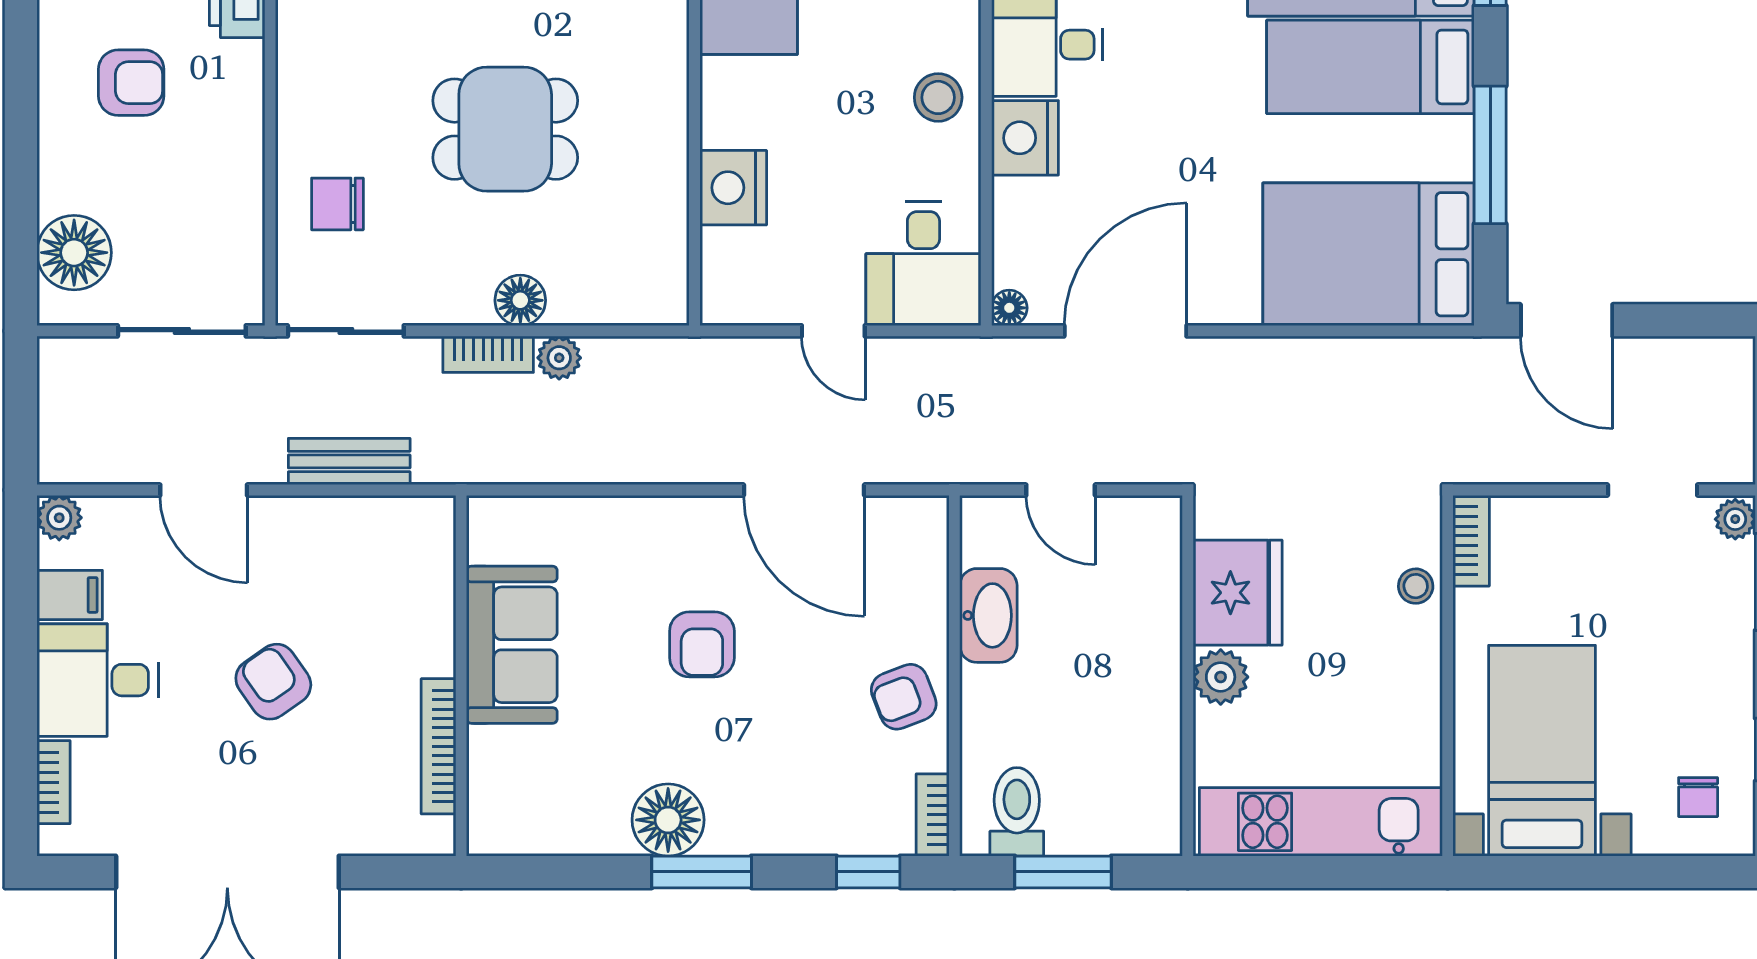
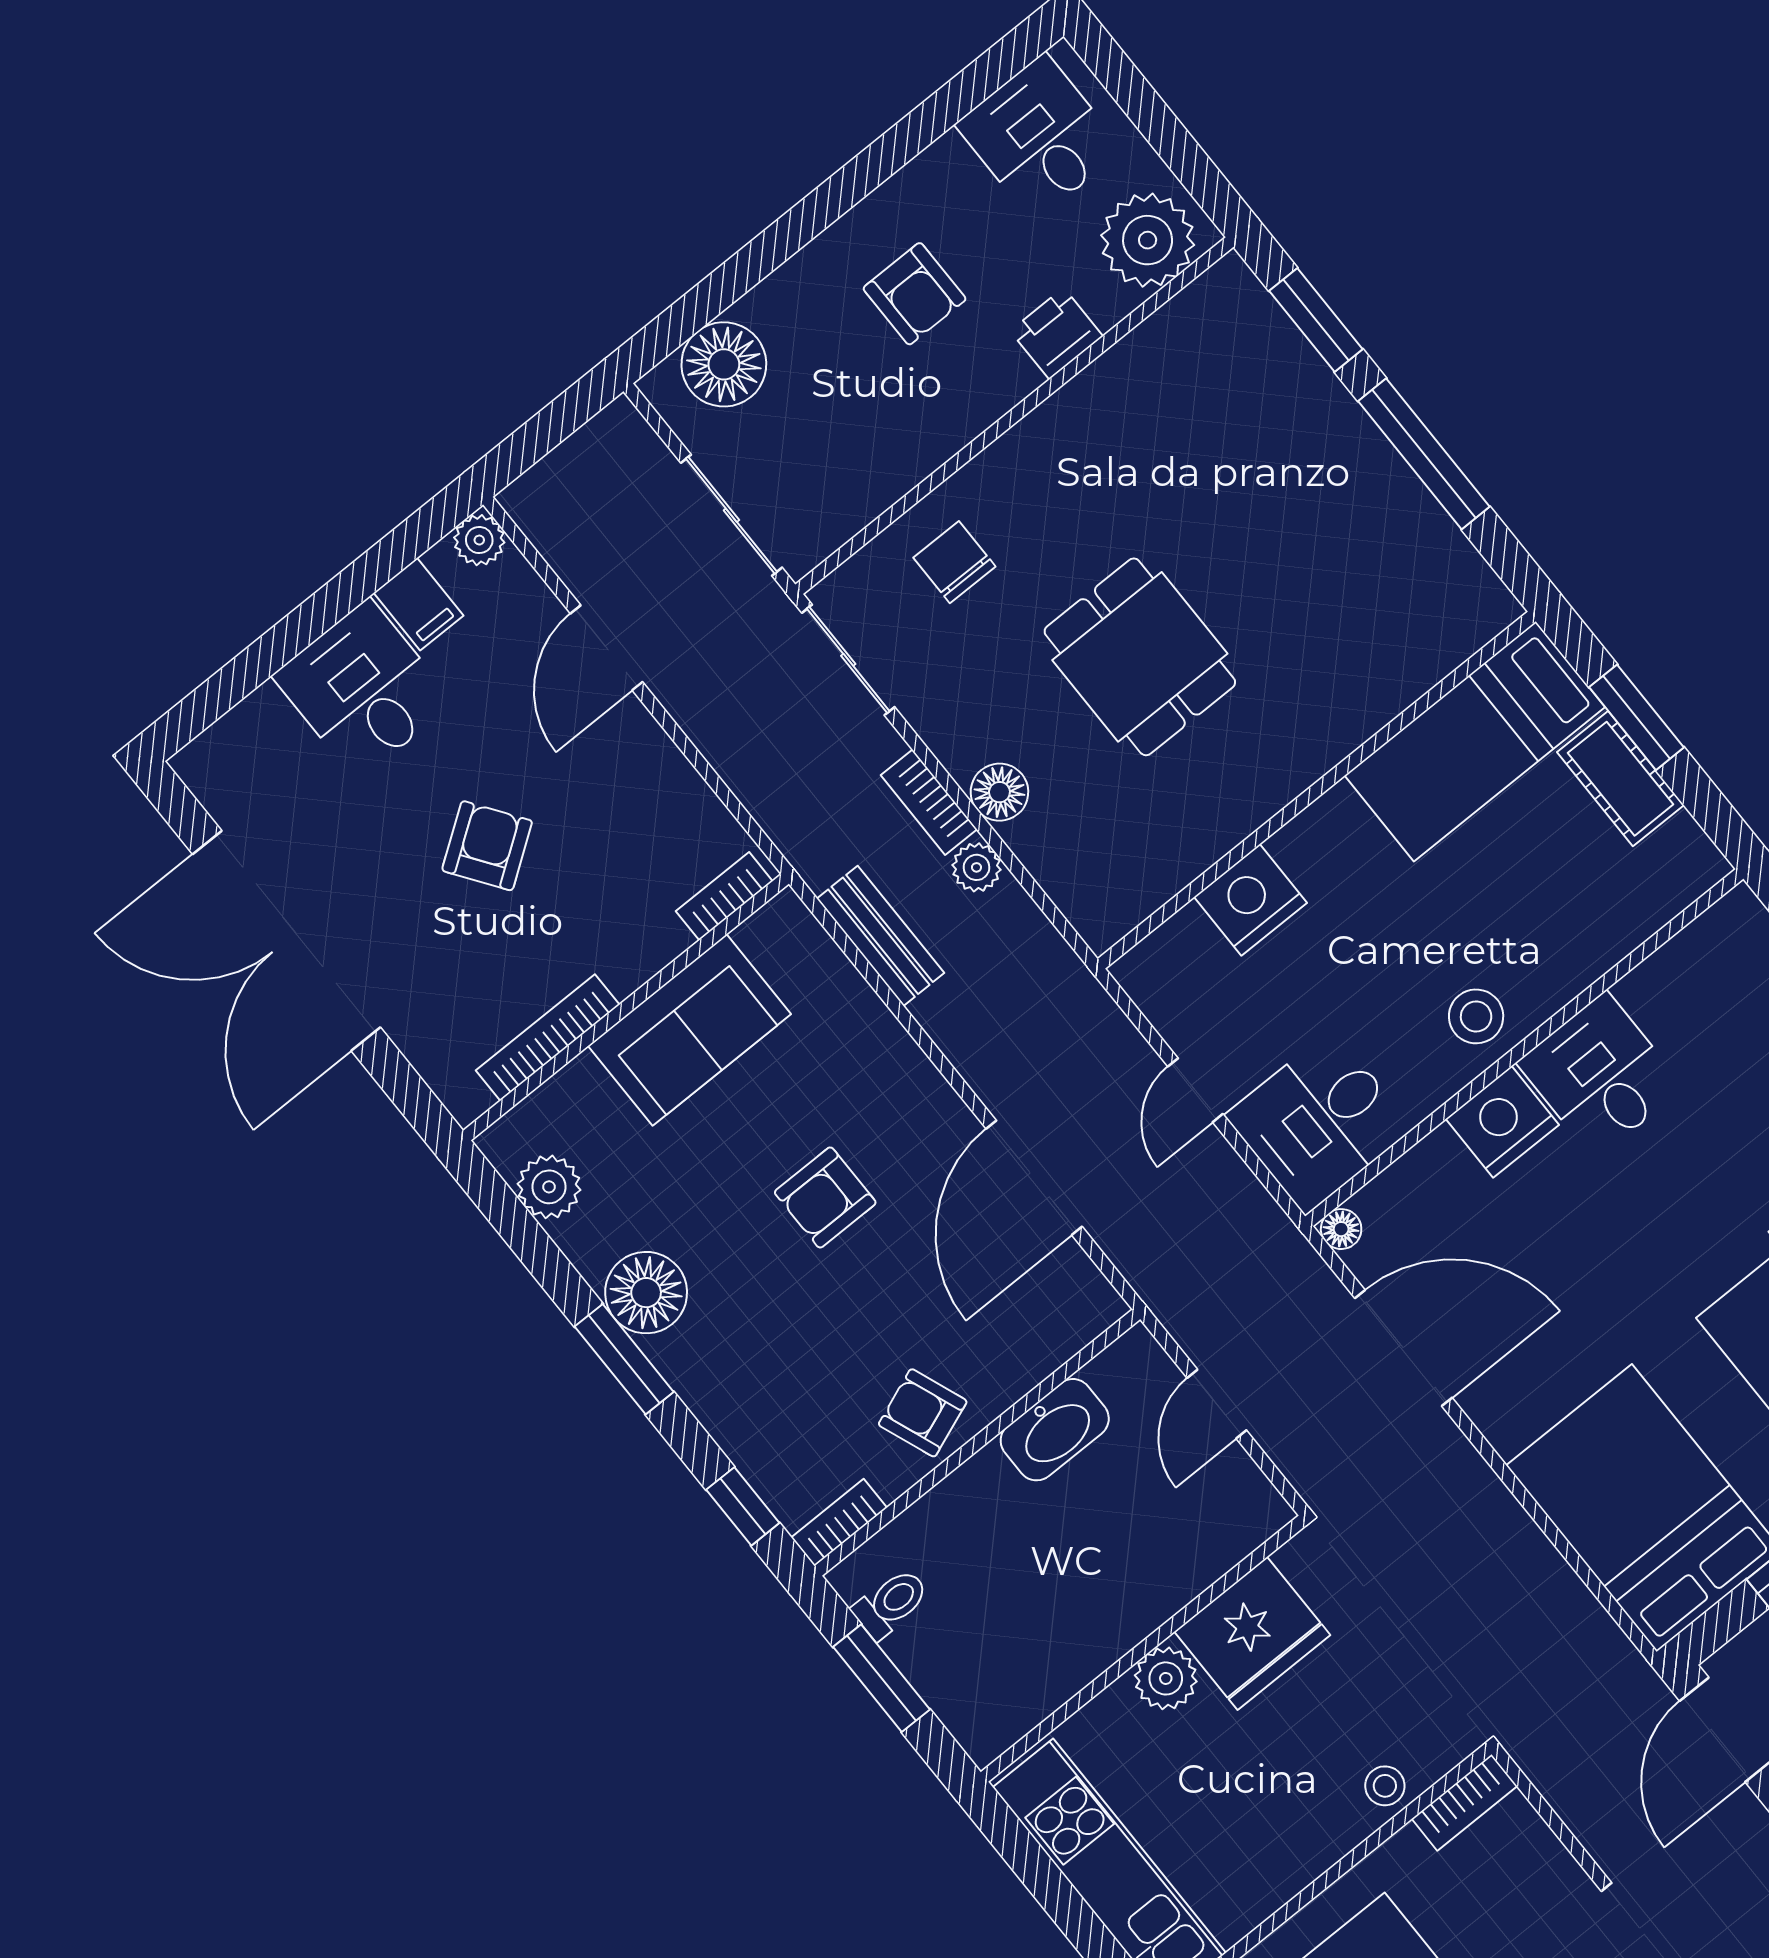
bench: (349, 461) -> (881, 936), moved
bookcase: (53, 782) -> (724, 896), moved, turned 180
toilet: (1017, 812) -> (891, 1603), width x0.73, depth x0.72
plant: (542, 828) -> (549, 1187), added

